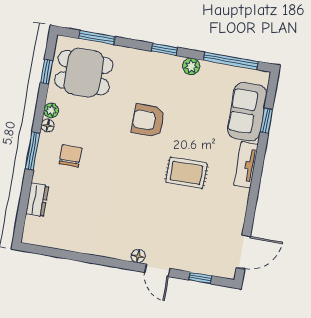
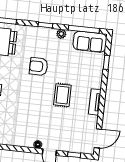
sofa: (247, 112) -> (90, 42), moved, turned -90
tv unit: (246, 165) -> (95, 102), moved
rug: (186, 173) -> (62, 95), turned 90

